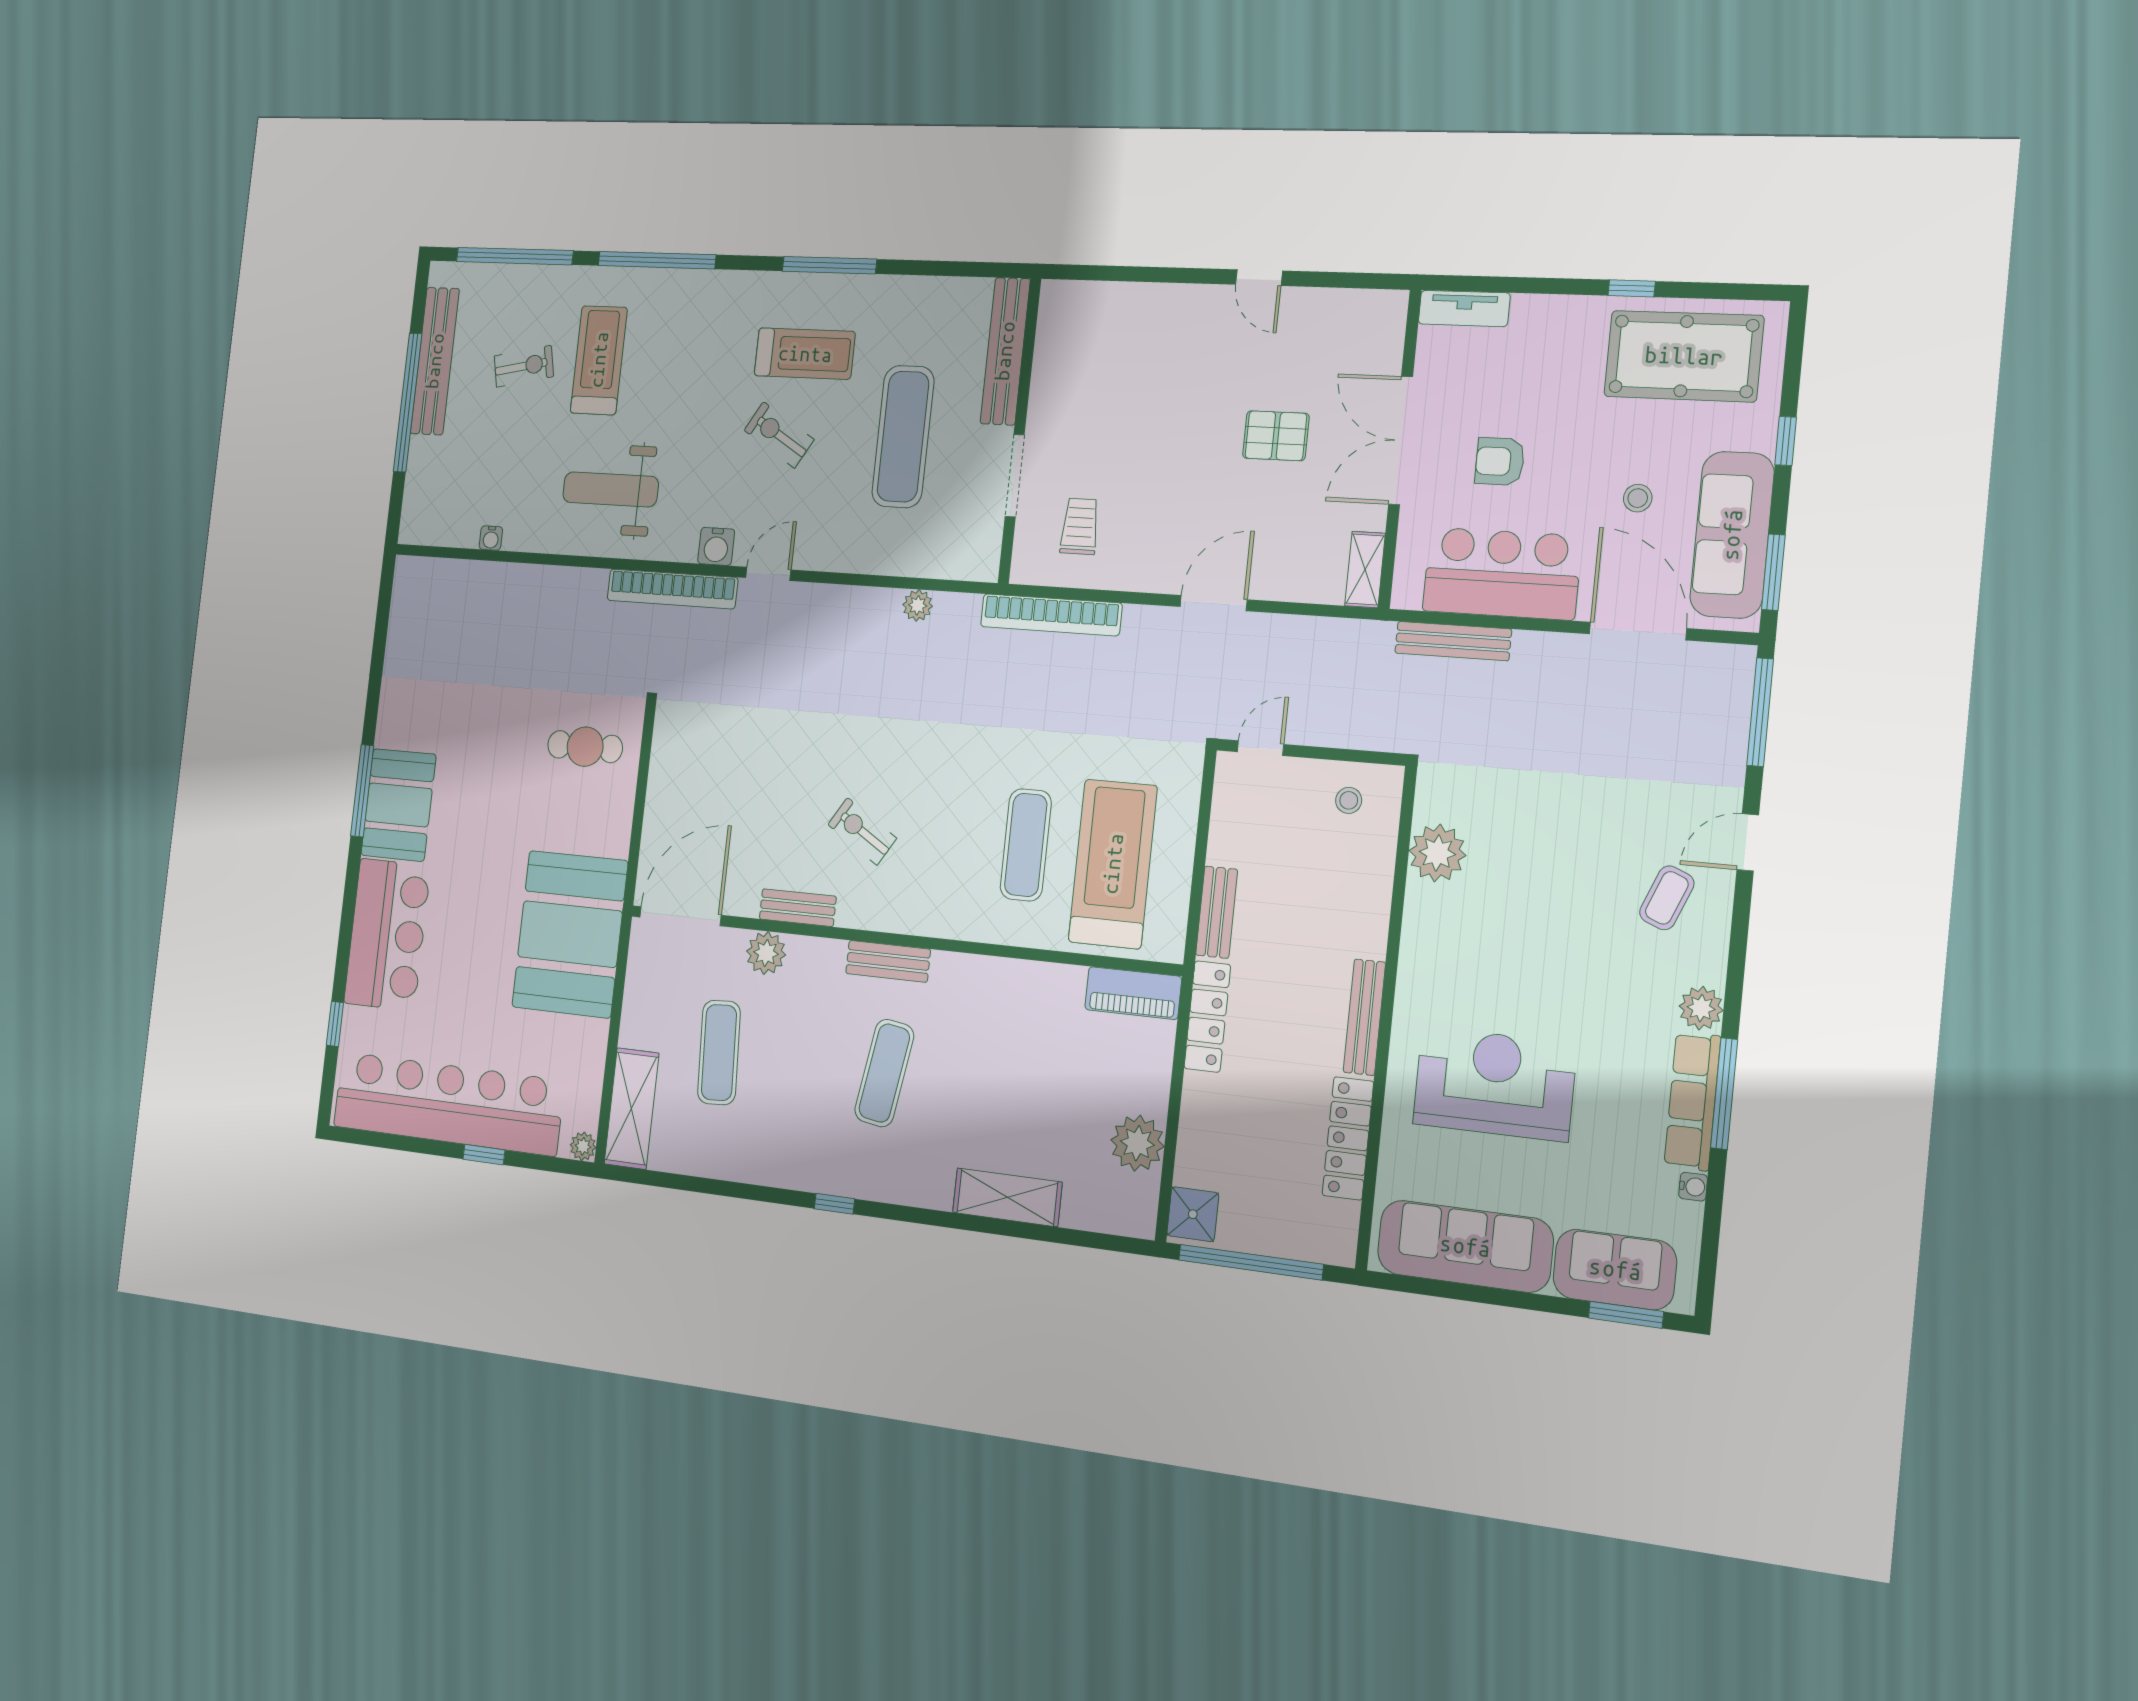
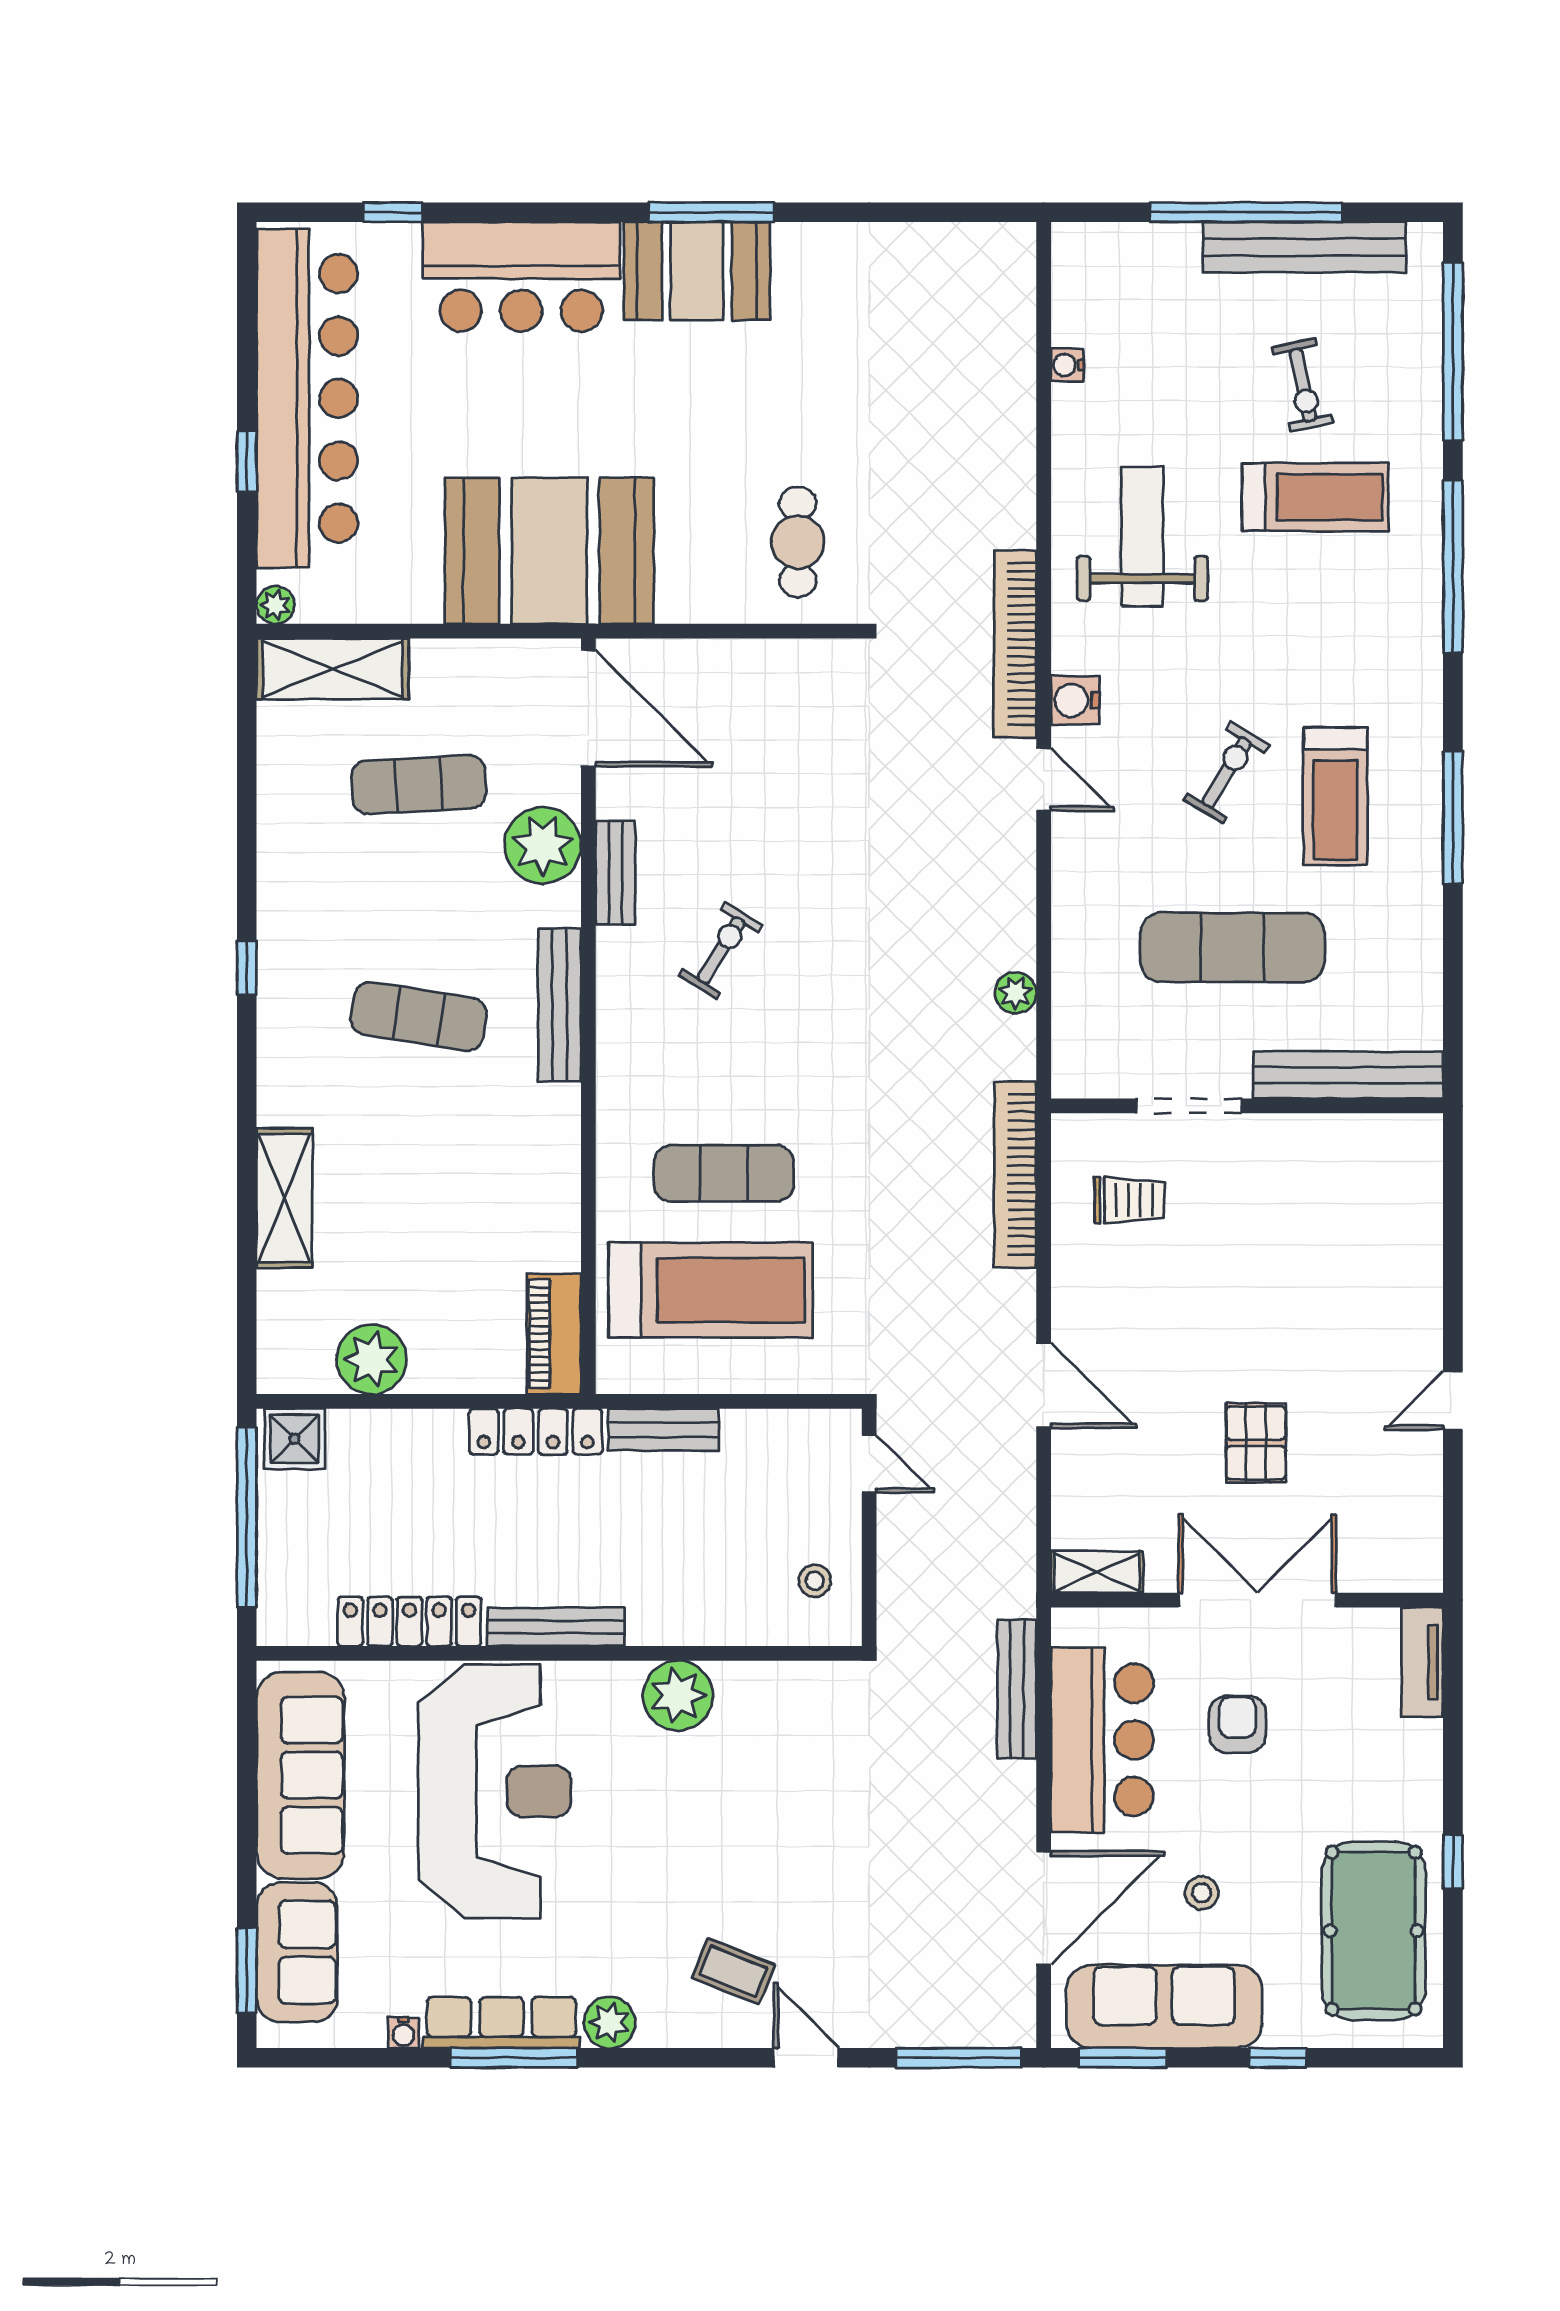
plant: (1437, 853) -> (678, 1696), moved
plant: (766, 953) -> (543, 845), width x1.36, depth x1.36
bench: (888, 961) -> (560, 1005), width x1.36
reception desk: (1495, 1084) -> (495, 1791), width x1.36, depth x1.30

